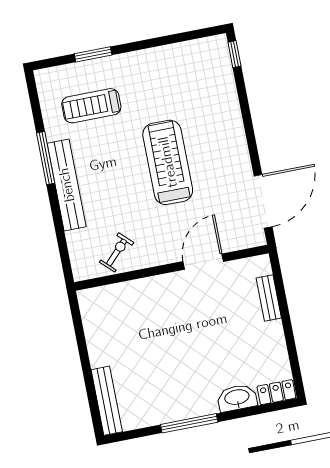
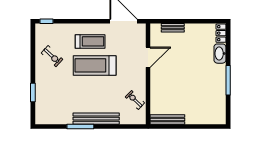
exercise bike: (170, 78) -> (52, 56), added
treadmill: (91, 106) -> (90, 41), moved, turned -90
door: (203, 262) -> (148, 57), swing flipped
bench: (107, 401) -> (167, 120), moved

